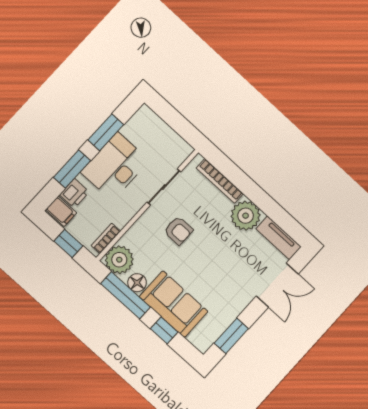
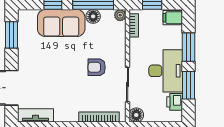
floor lamp: (182, 150) -> (136, 115), added
printer: (74, 193) -> (175, 102), moved
plant: (246, 216) -> (66, 111), removed
plant: (119, 260) -> (120, 15), width x0.53, depth x0.53

